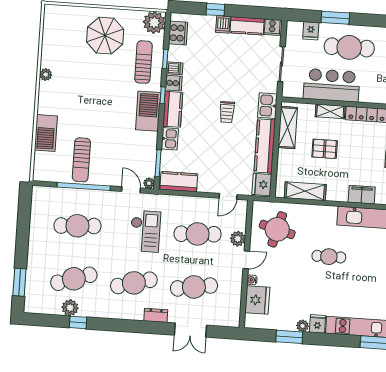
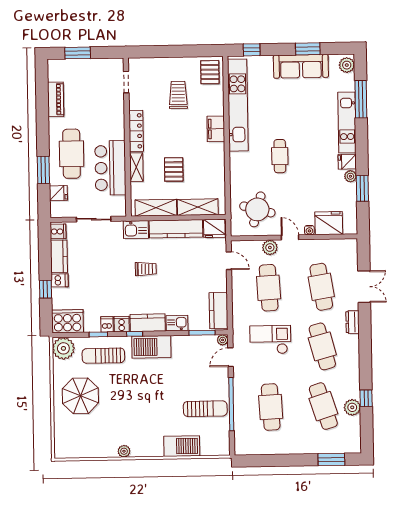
cooker: (178, 33) -> (67, 321), width x1.37, depth x1.31
shelving: (305, 191) -> (198, 207), moved, turned 90

